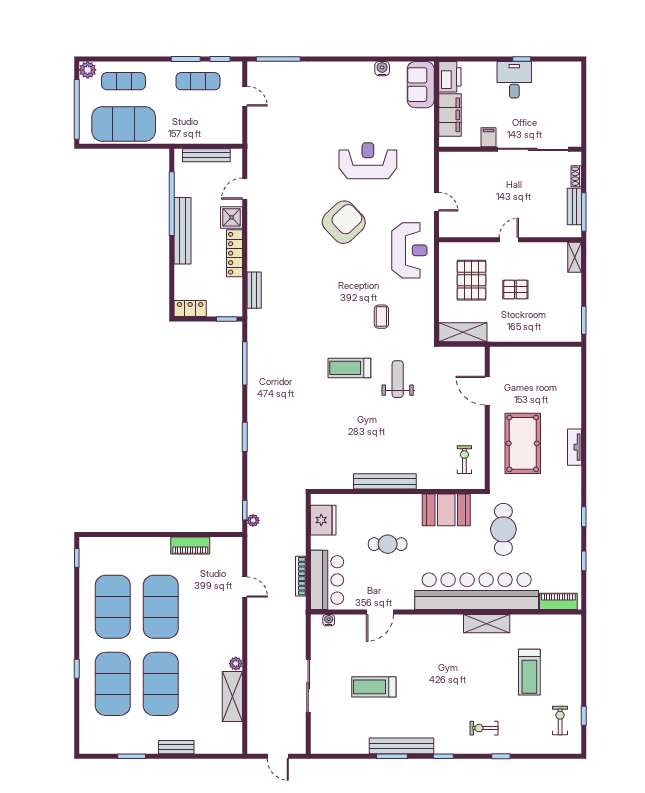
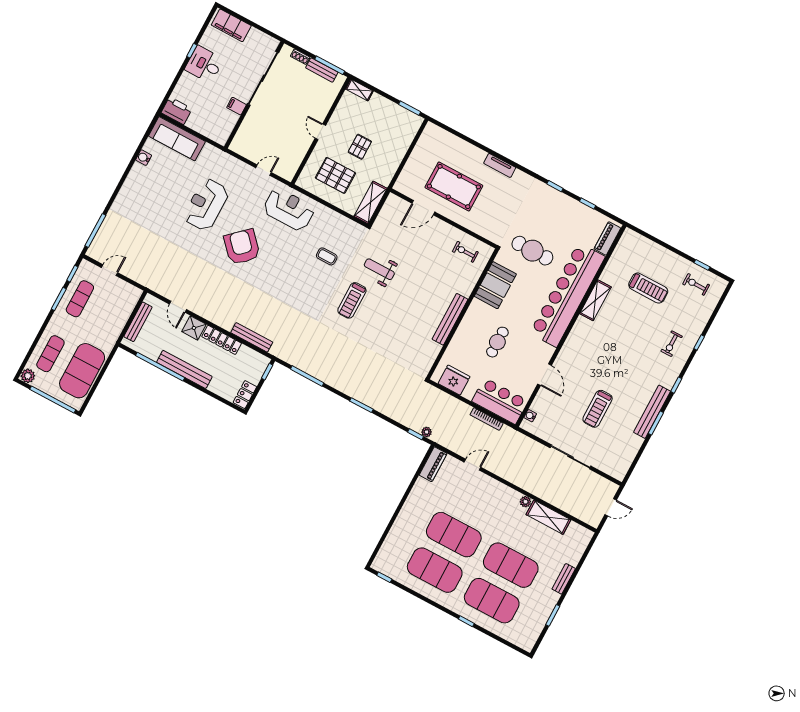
sofa: (421, 85) -> (177, 139), width x1.36
filing cabinet: (450, 115) -> (231, 25), moved, turned 180
bench: (254, 290) -> (252, 337), width x1.36
pool table: (523, 443) -> (454, 186), moved
piano: (190, 545) -> (433, 464), moved

